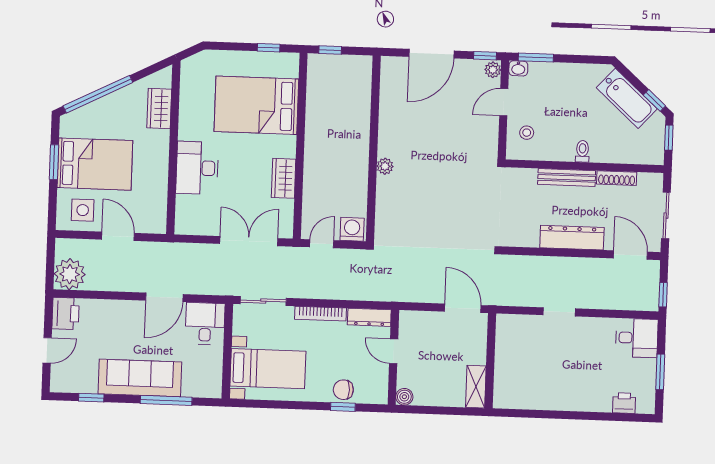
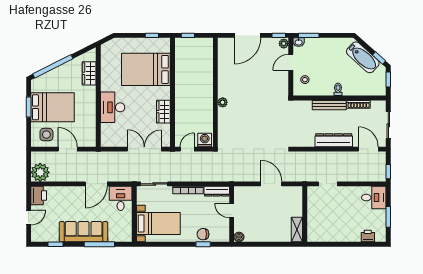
wall: (490, 361) -> (305, 214), moved
shelving: (476, 387) -> (297, 230), moved

